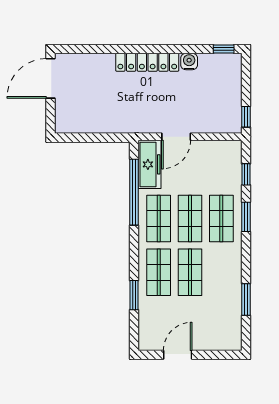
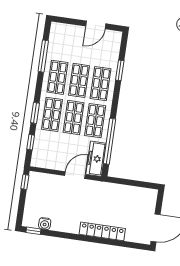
locker: (147, 62) -> (102, 231), moved
water cooler: (189, 62) -> (45, 224), moved
shop shelf: (221, 272) -> (57, 77), added
window: (246, 300) -> (43, 56), width x1.44

